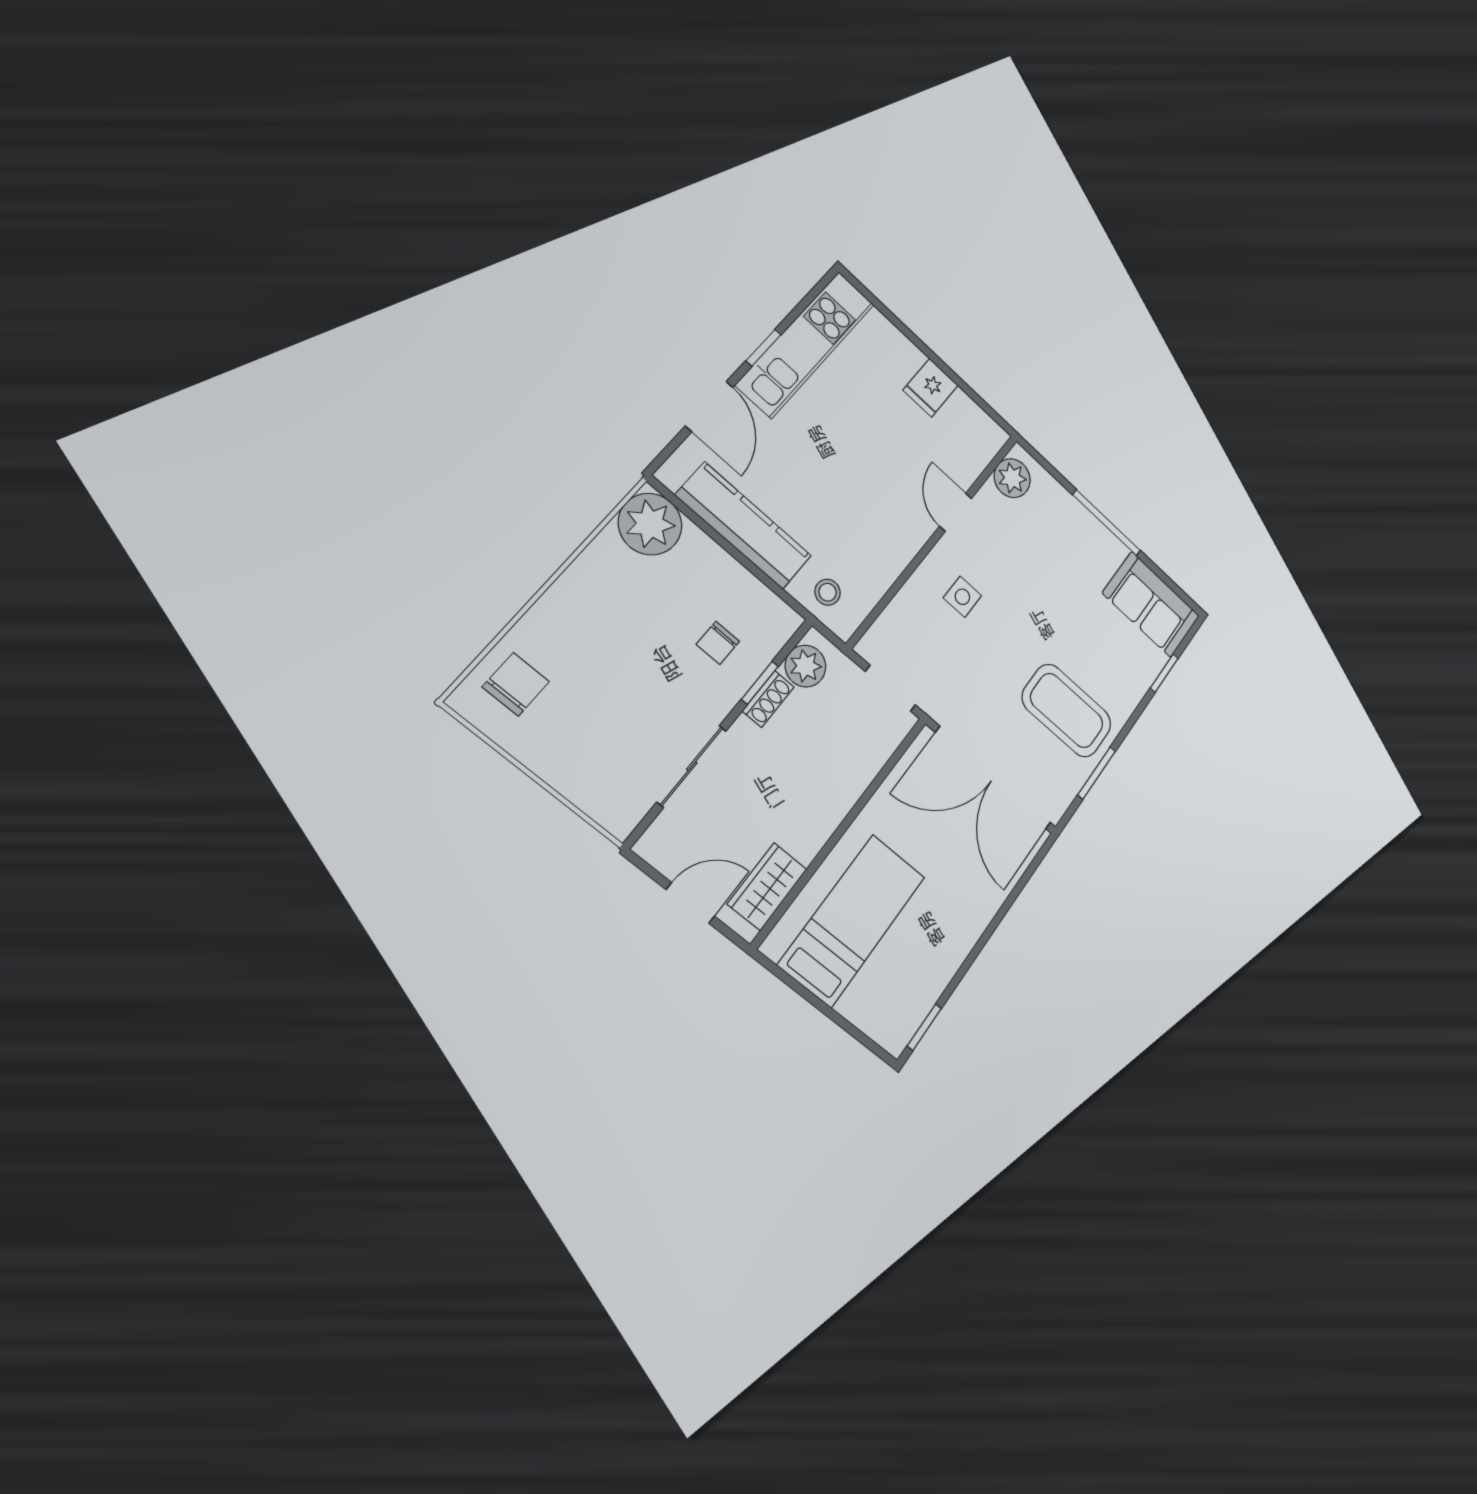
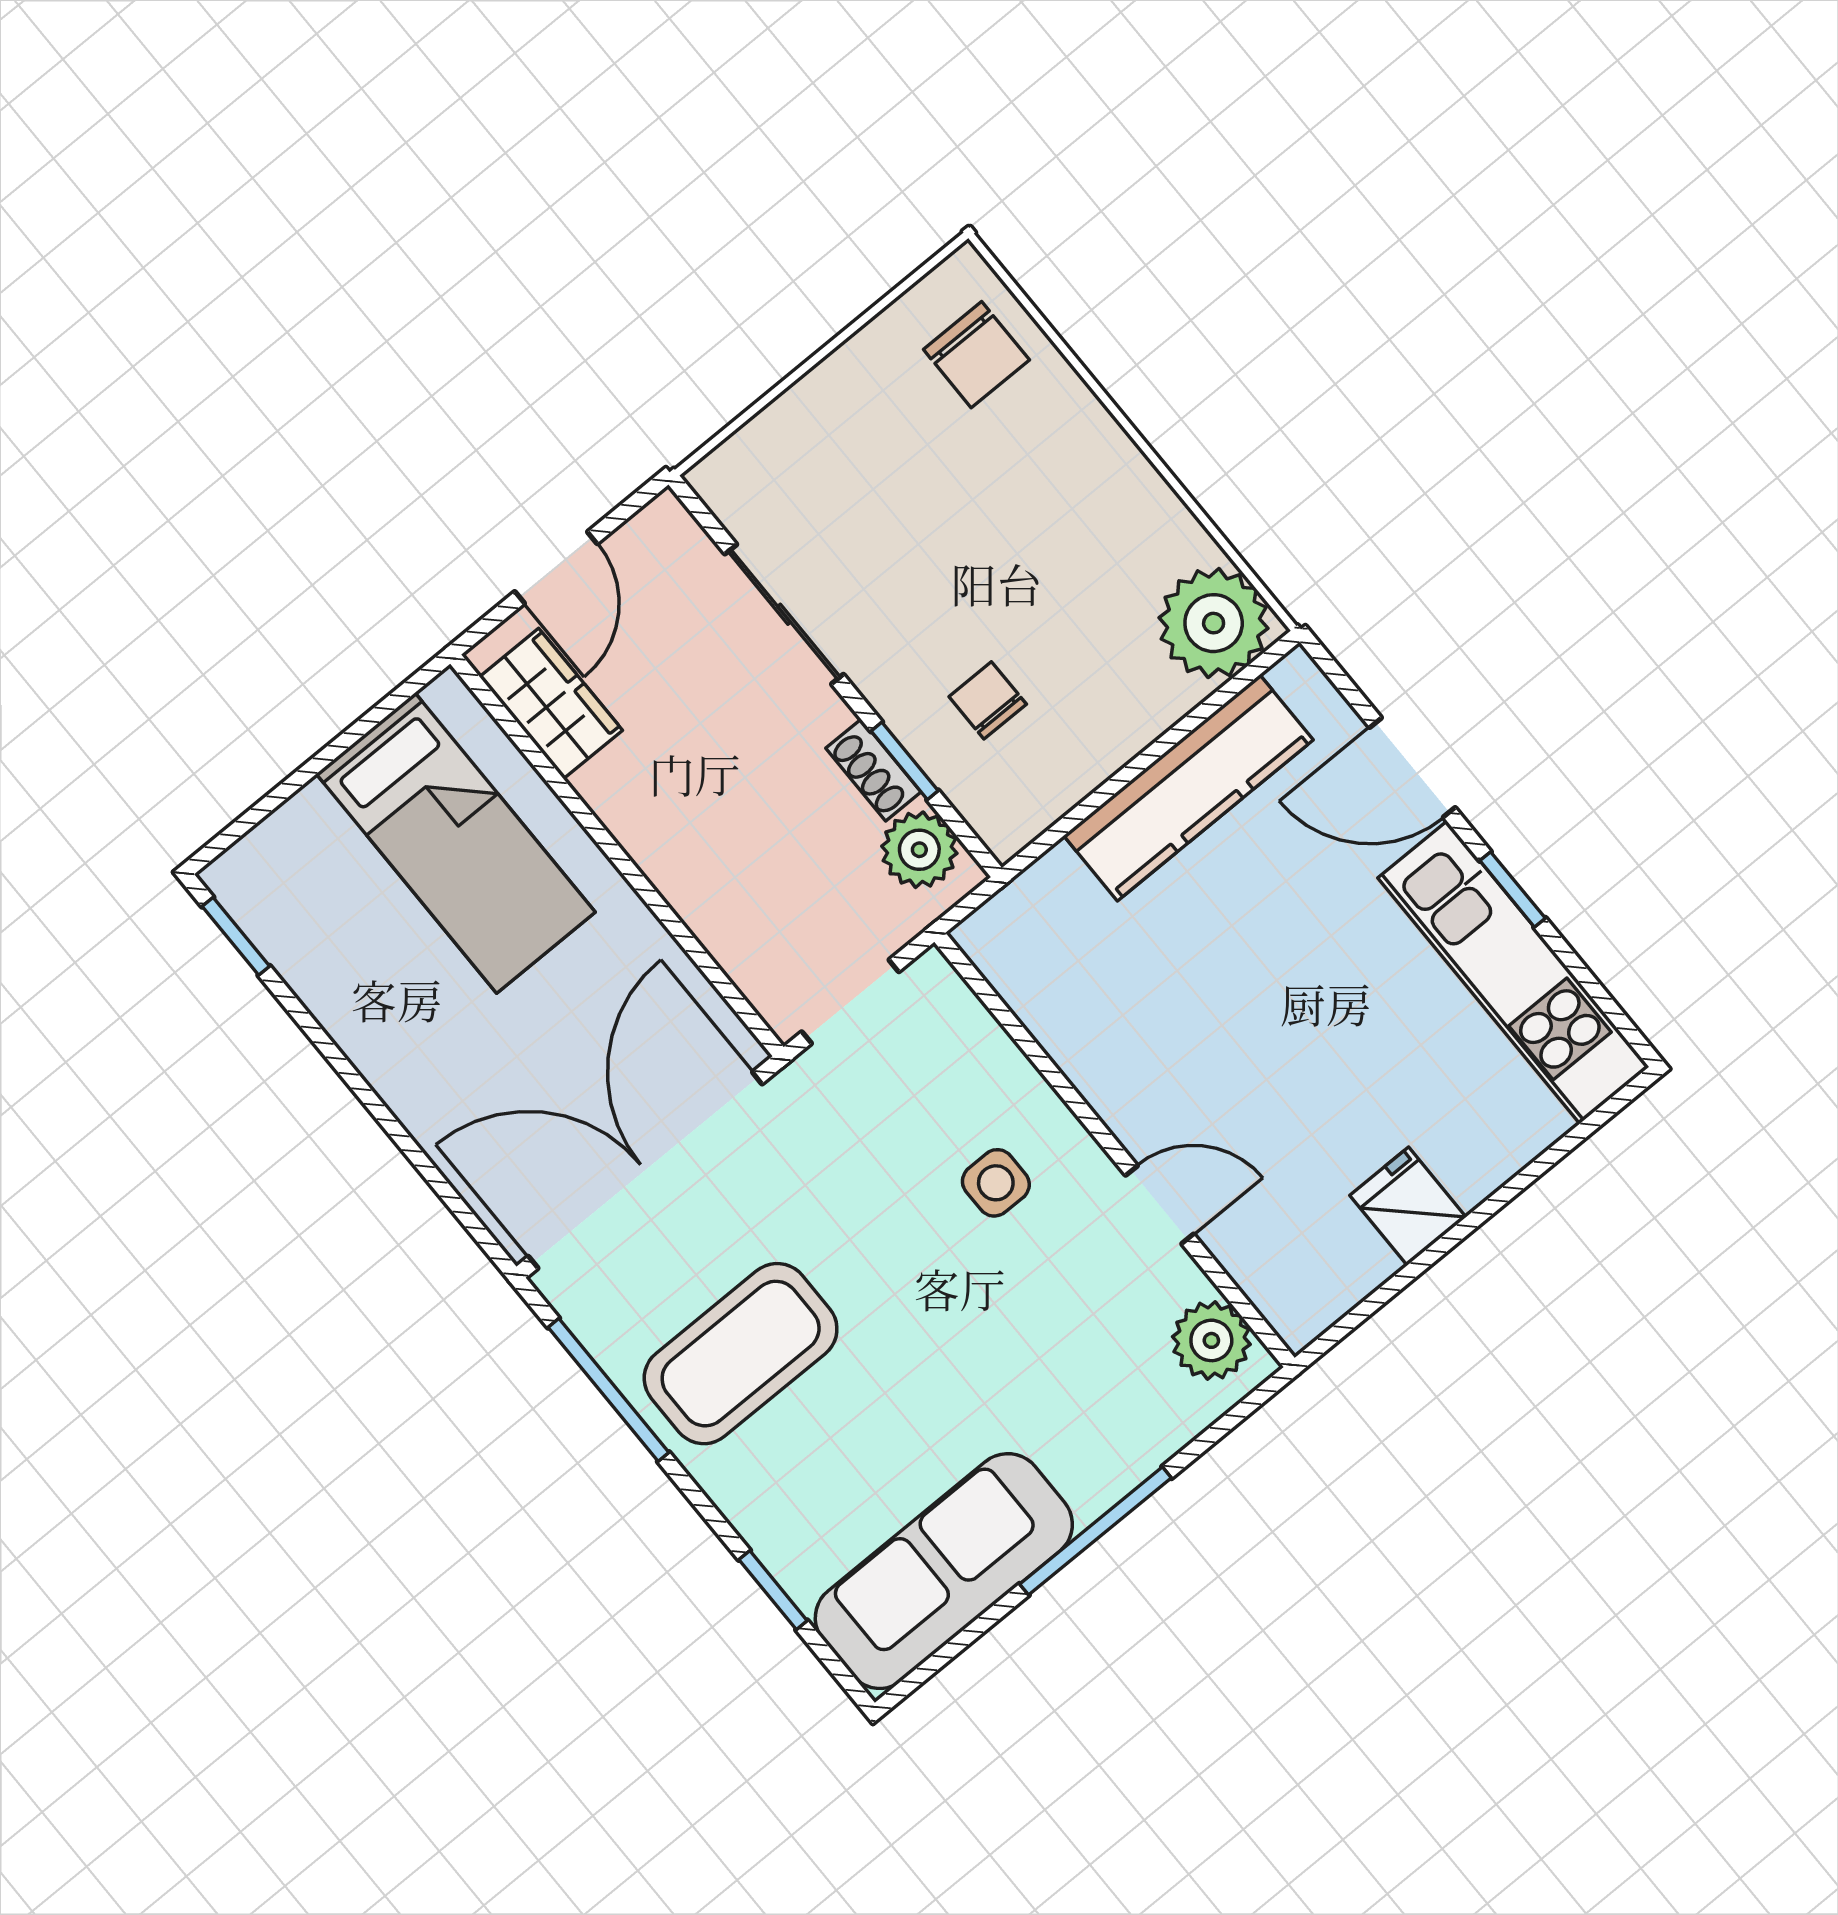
stool: (828, 592) -> (1046, 918), removed
sofa: (1151, 604) -> (944, 1571), width x1.36
window: (1097, 773) -> (609, 1390), width x1.44

